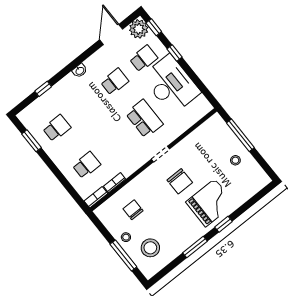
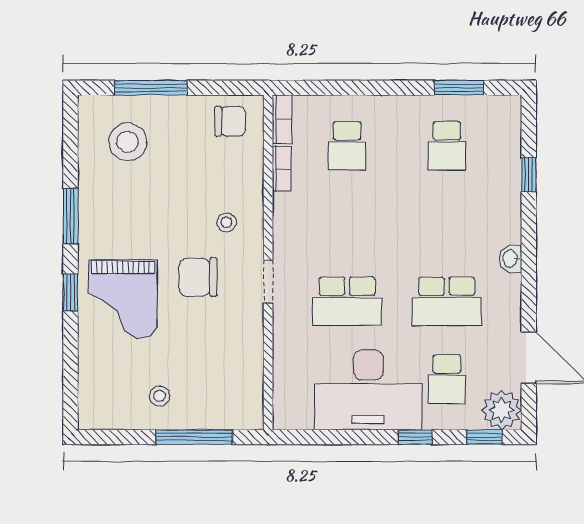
school desk: (115, 82) -> (447, 301), width x1.85
chair: (133, 210) -> (230, 121), moved
stool: (126, 237) -> (226, 222), moved

